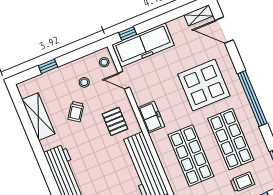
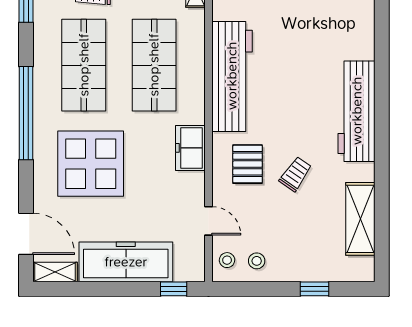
freezer: (143, 45) -> (126, 262), moved
stool: (84, 82) -> (257, 261), moved
trolley: (76, 112) -> (295, 174), moved

